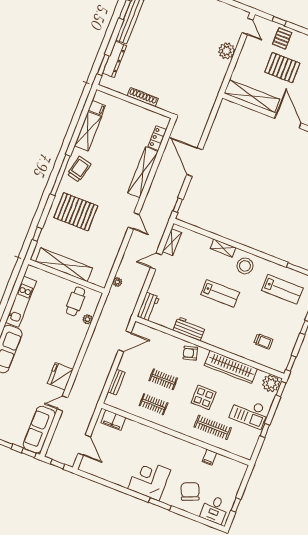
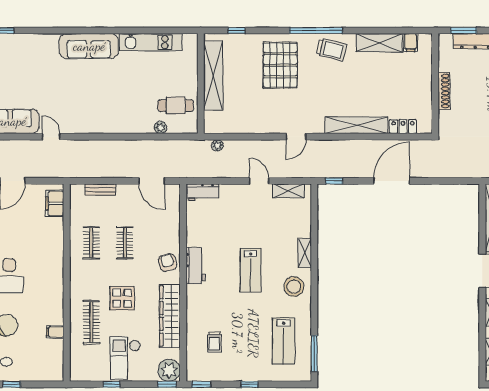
workbench: (189, 329) -> (195, 266), moved
fridge: (60, 376) -> (82, 122), removed

